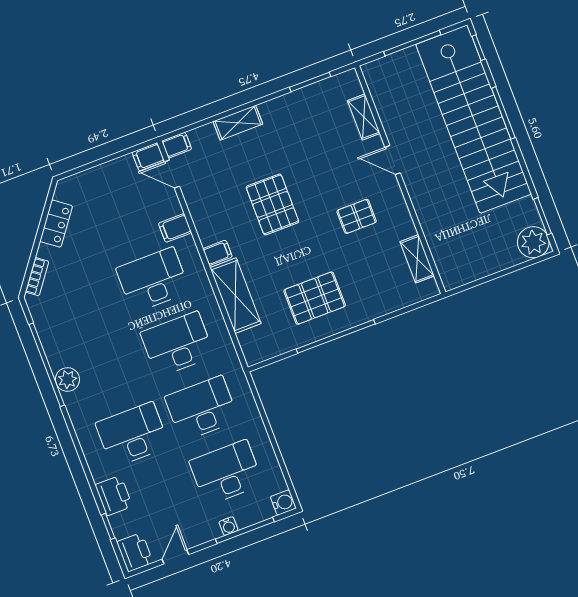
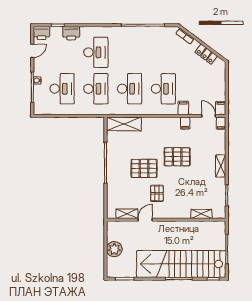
shelving: (238, 123) -> (221, 166), moved
door: (393, 160) -> (145, 220), moved
door: (172, 174) -> (209, 116), hinge flipped
plant: (533, 242) -> (114, 249), moved
filing cabinet: (217, 253) -> (185, 123), moved
shelving: (235, 296) -> (124, 124), moved
pallet: (315, 298) -> (144, 168), moved, turned 90
plant: (67, 379) -> (133, 32), removed
water cooler: (283, 503) -> (38, 110), removed
door: (175, 557) -> (32, 51), hinge flipped

